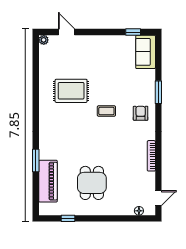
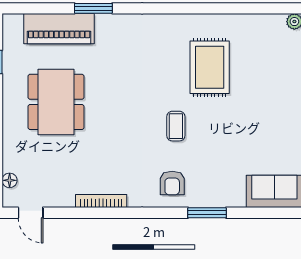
armchair: (141, 113) -> (172, 183), turned 90
dining table: (92, 183) -> (56, 102), width x1.38

